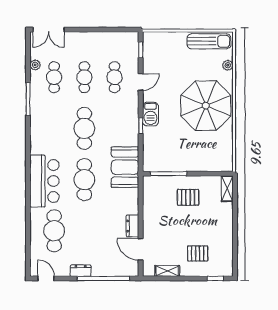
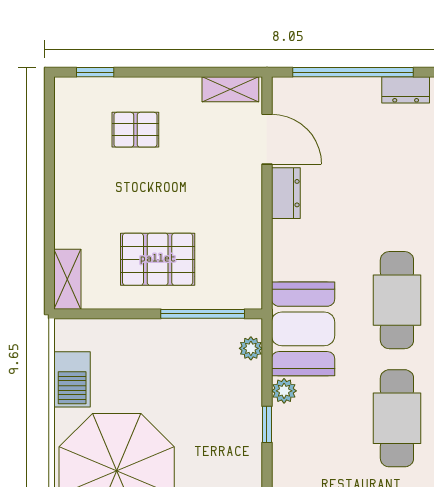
barbecue: (150, 114) -> (72, 379), moved, turned 180
plant: (133, 140) -> (284, 391), added
plant: (148, 159) -> (251, 348), added
pallet: (188, 197) -> (158, 259), width x1.50, depth x1.42
shelving: (167, 271) -> (230, 89), moved

